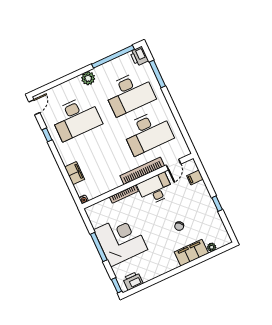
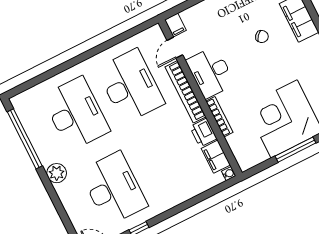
printer: (139, 56) -> (203, 133), moved, turned 90
window: (157, 74) -> (47, 75), removed
door: (174, 165) -> (175, 48), swing flipped
filing cabinet: (75, 173) -> (216, 157), moved, turned -90
filing cabinet: (195, 177) -> (175, 25), moved

